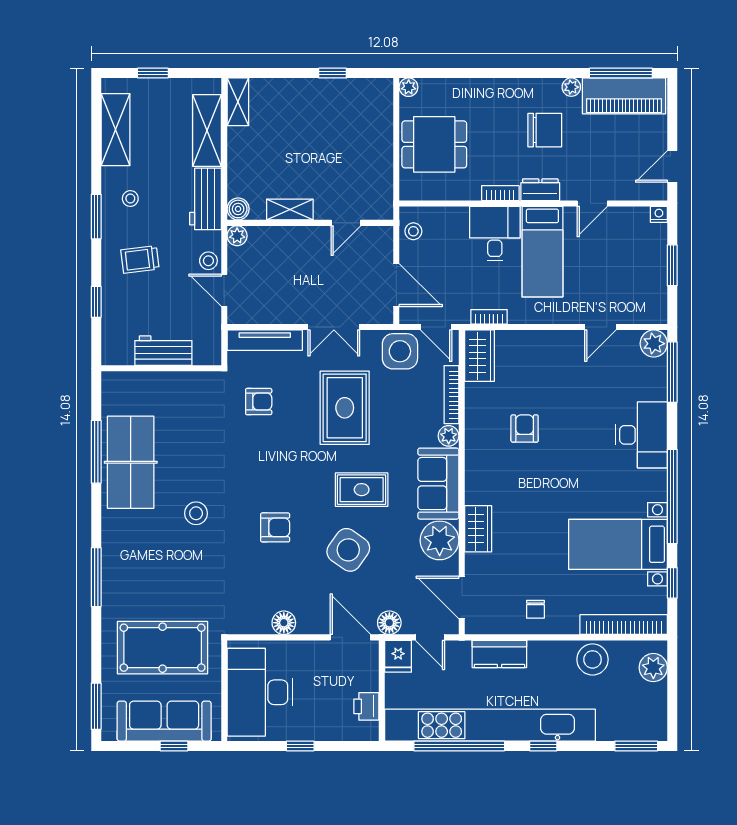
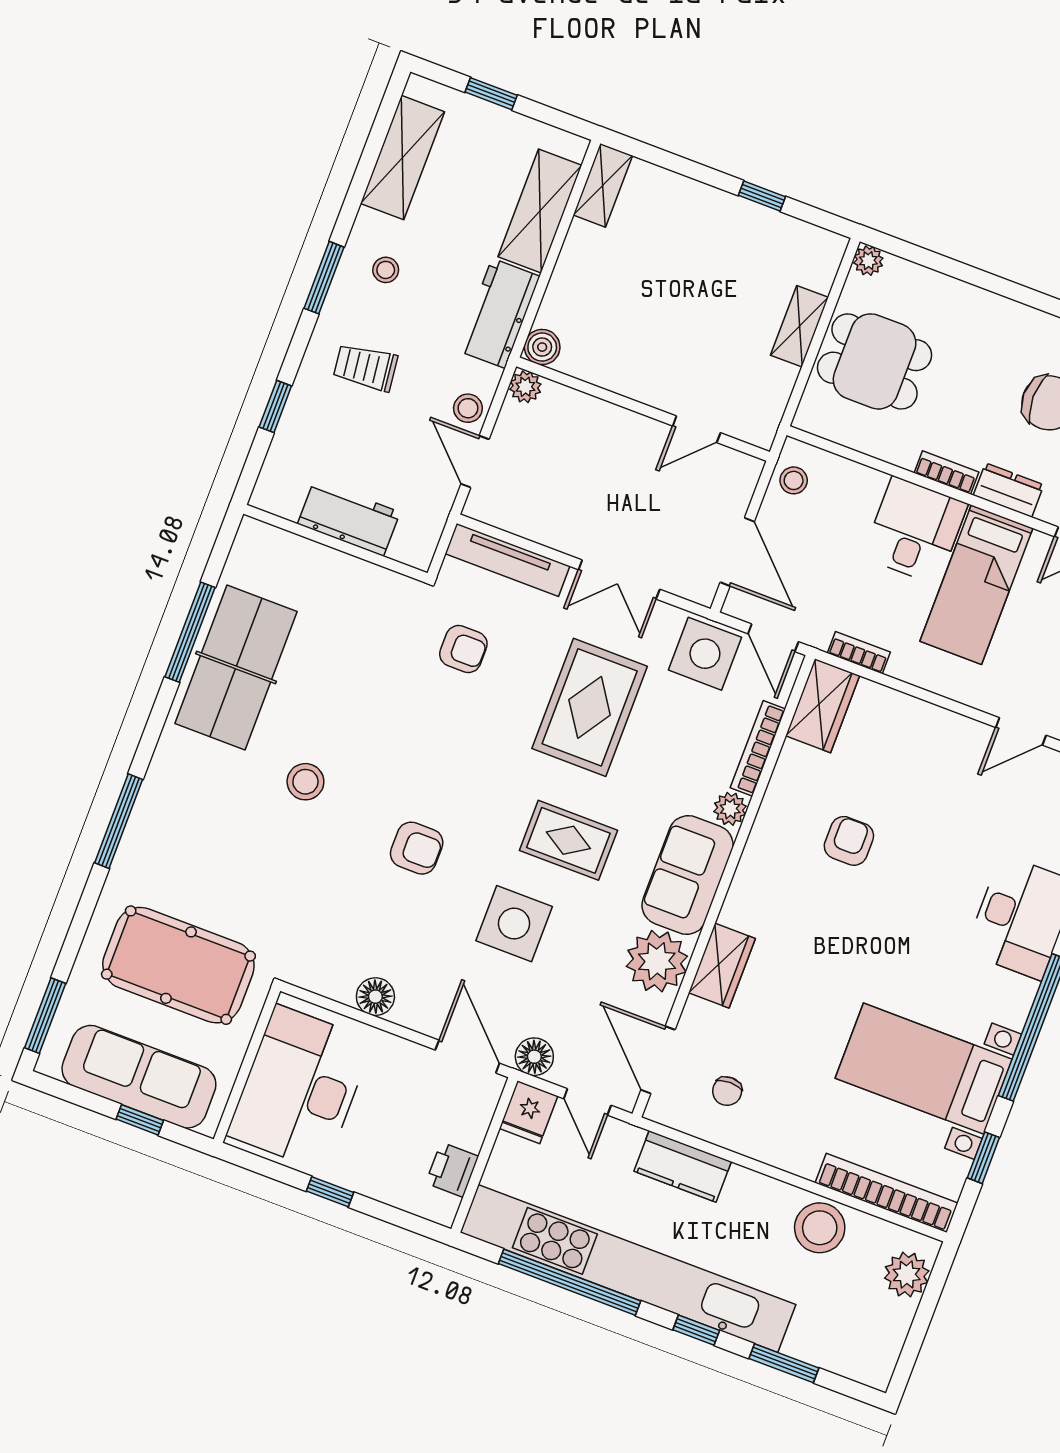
shelving: (290, 209) -> (799, 326), moved, turned 90
side table: (348, 550) -> (514, 924), turned -35
chair: (535, 609) -> (727, 1091), moved
window: (636, 746) -> (784, 1363), moved

